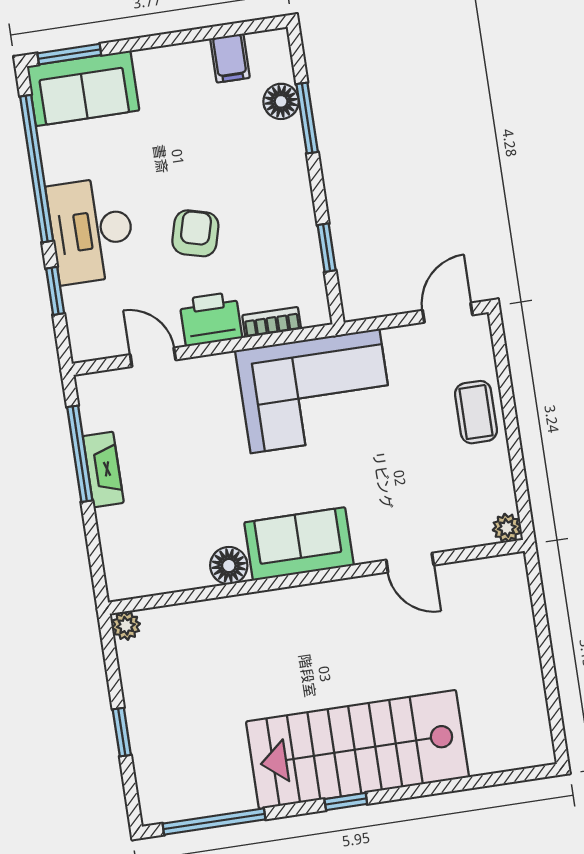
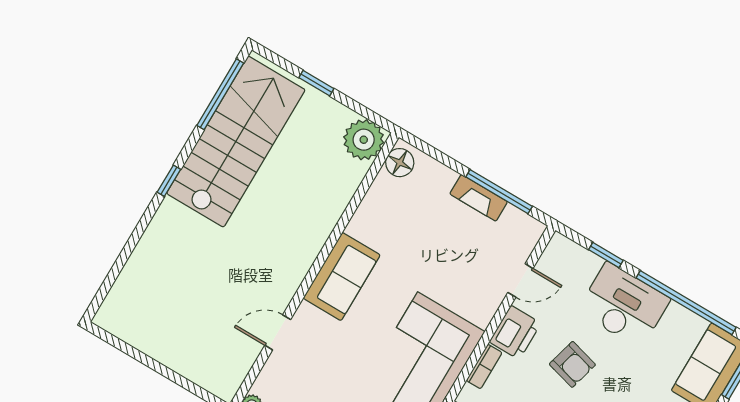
floor lamp: (229, 566) -> (400, 163), moved
plant: (126, 626) -> (364, 140), width x1.88, depth x1.88
stairs: (357, 749) -> (236, 142), moved

